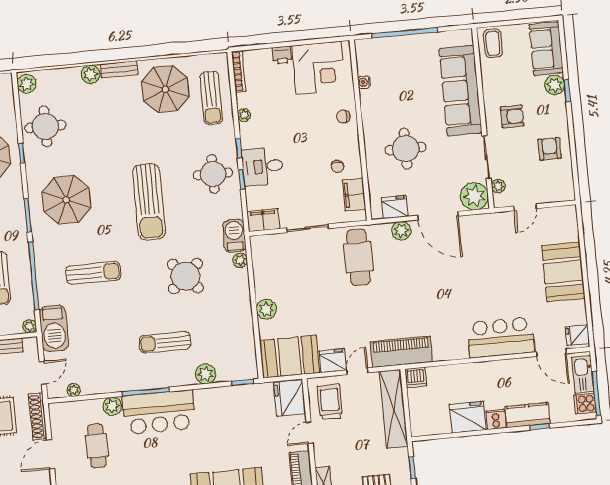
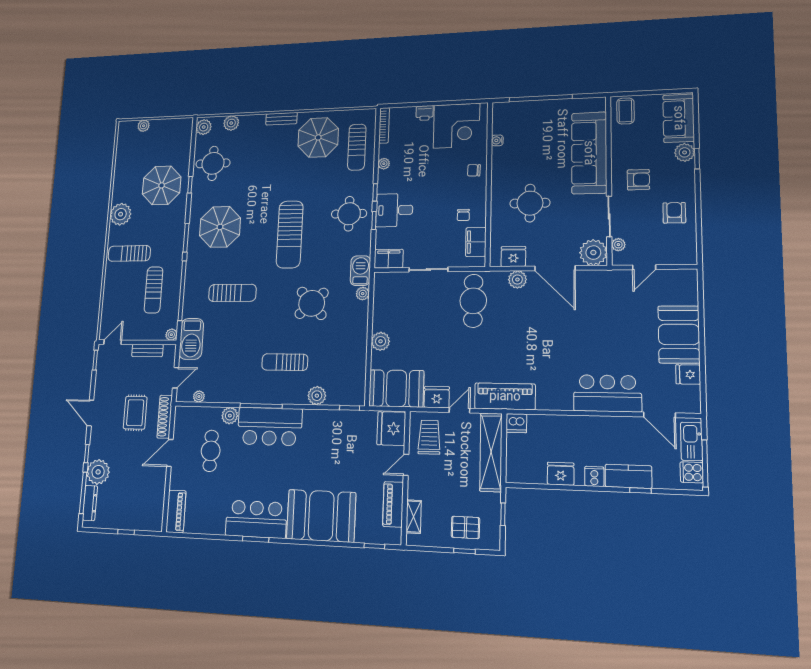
plant: (91, 74) -> (231, 123), moved
fridge: (577, 335) -> (688, 374), moved
fridge: (468, 417) -> (561, 474), width x0.73, depth x0.75

